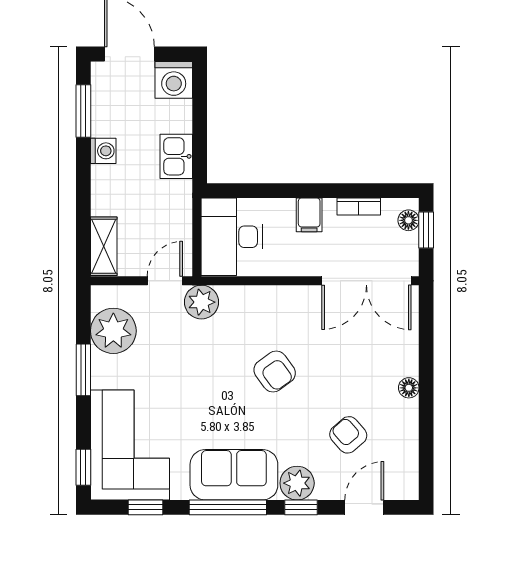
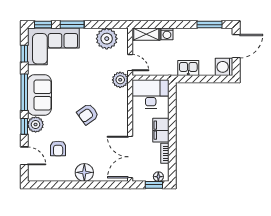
washing machine: (103, 151) -> (167, 34), moved
filing cabinet: (309, 215) -> (161, 130), width x2.00
window: (83, 370) -> (72, 25), moved
floor lamp: (409, 388) -> (84, 172), width x1.89, depth x1.89
armchair: (348, 435) -> (58, 148), turned 131

